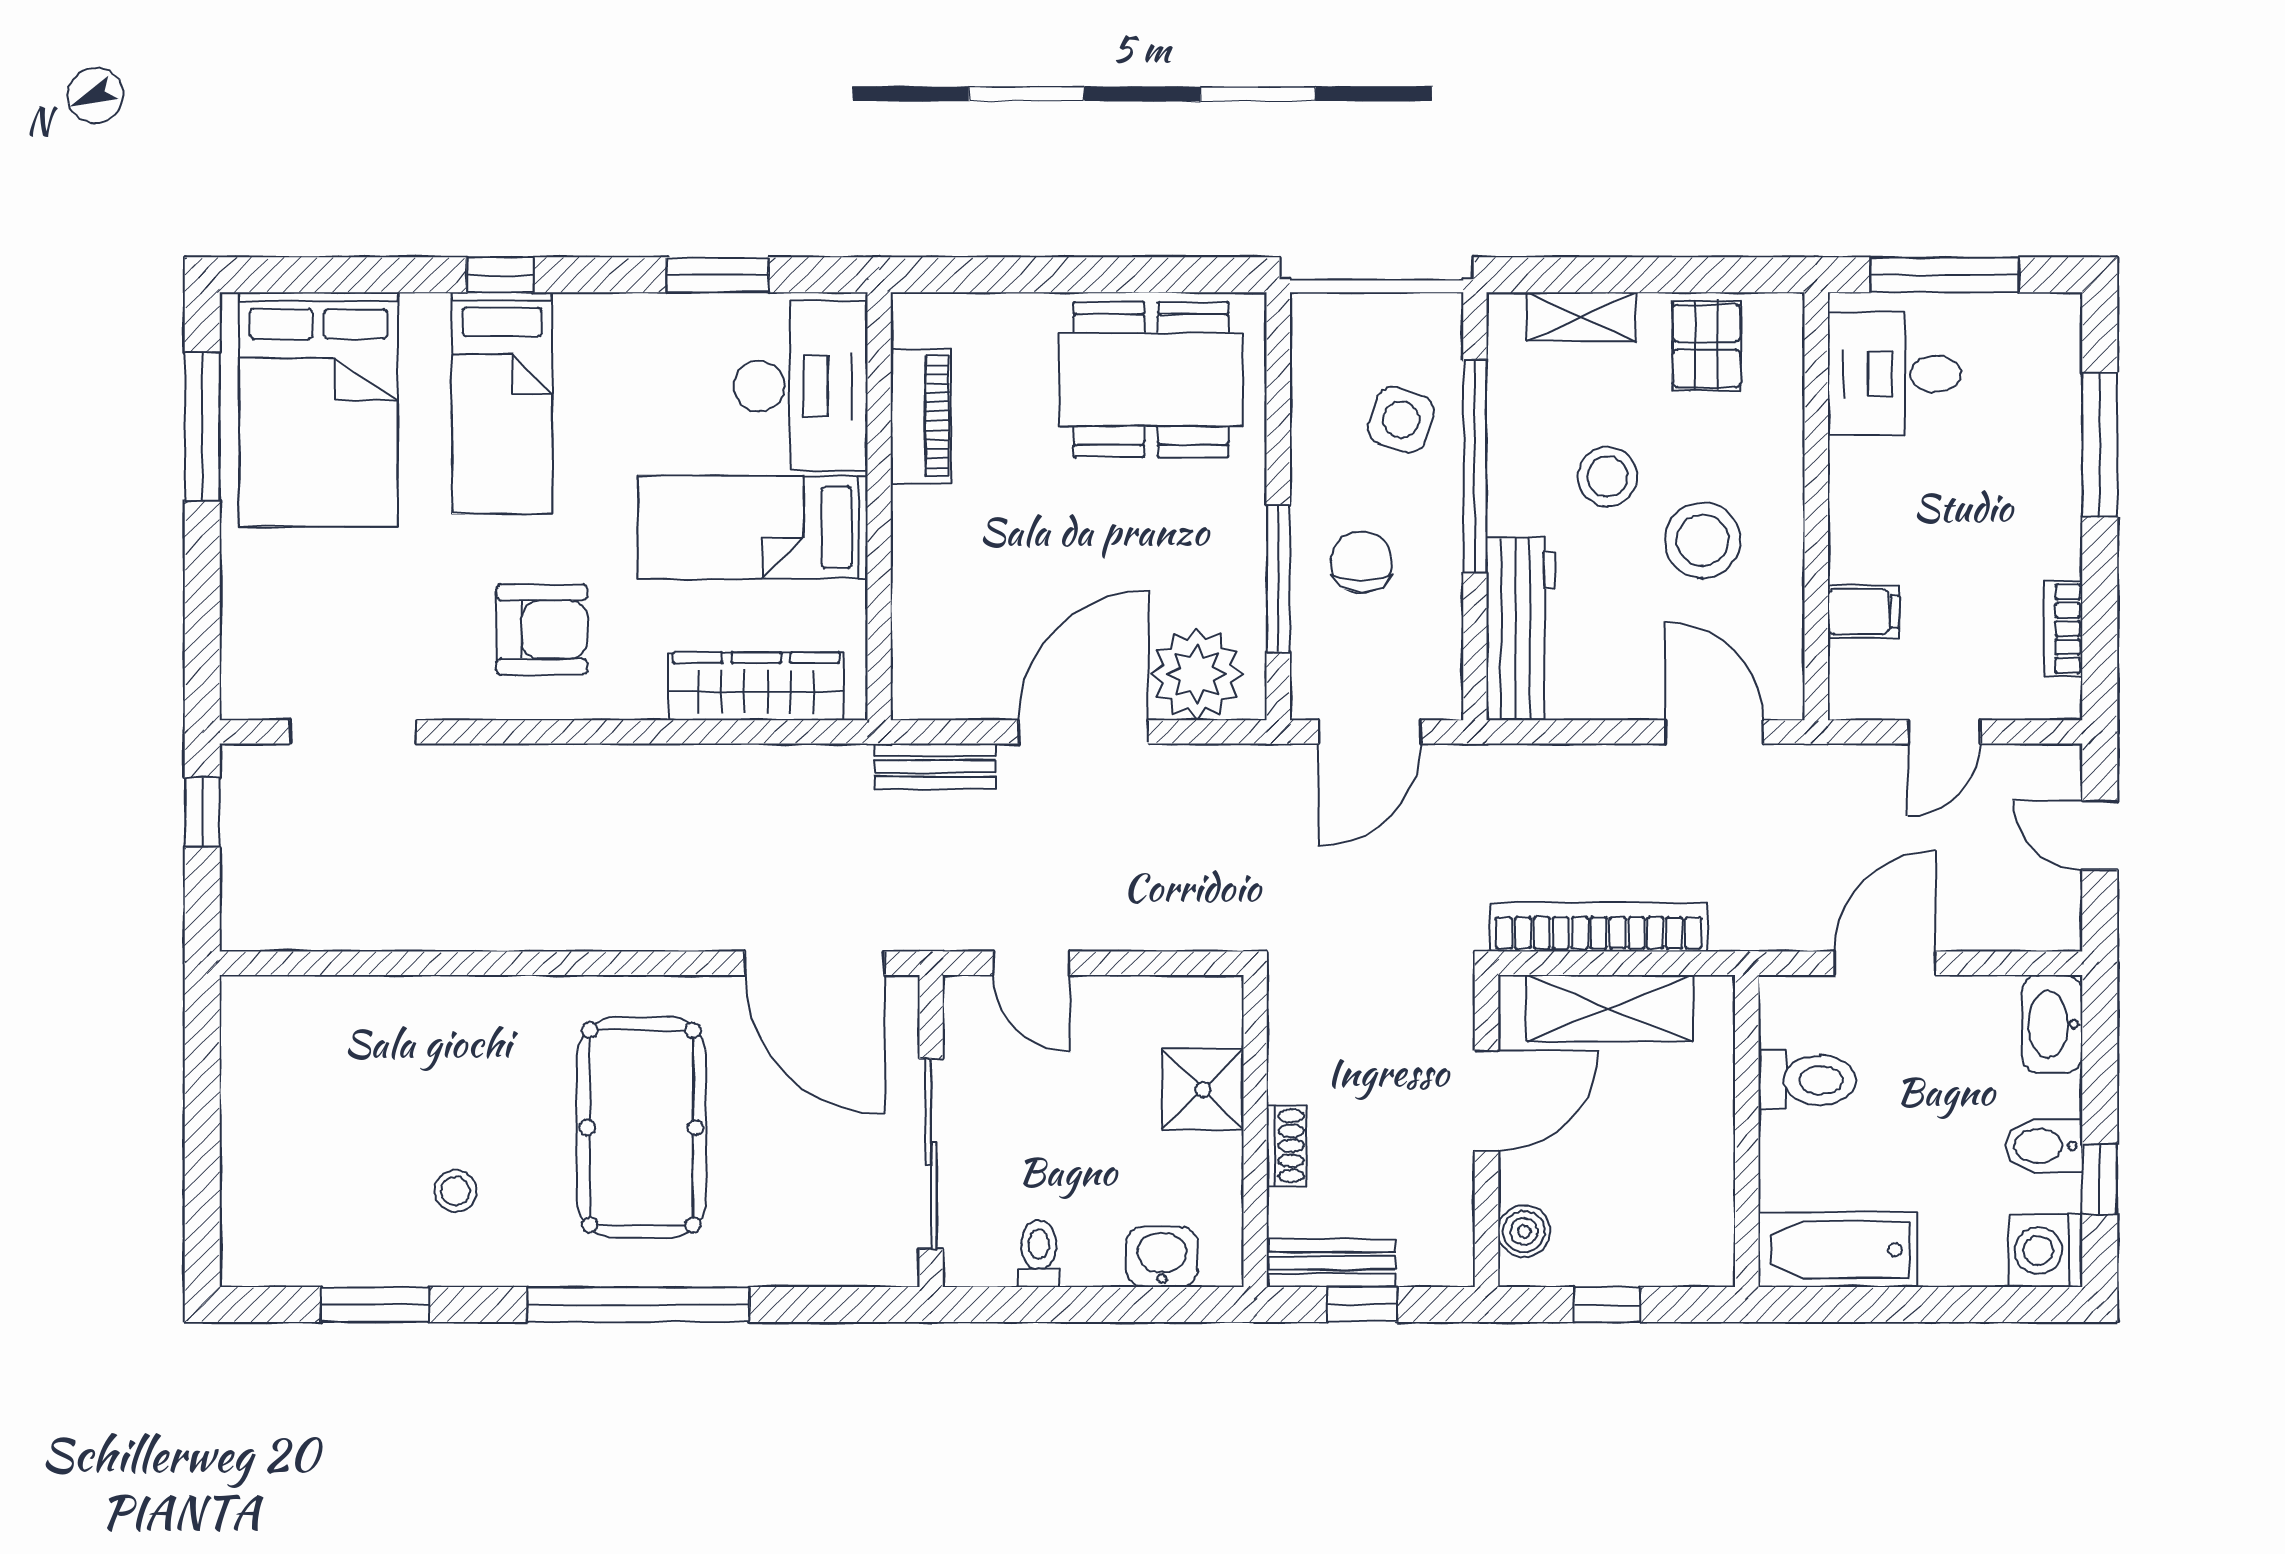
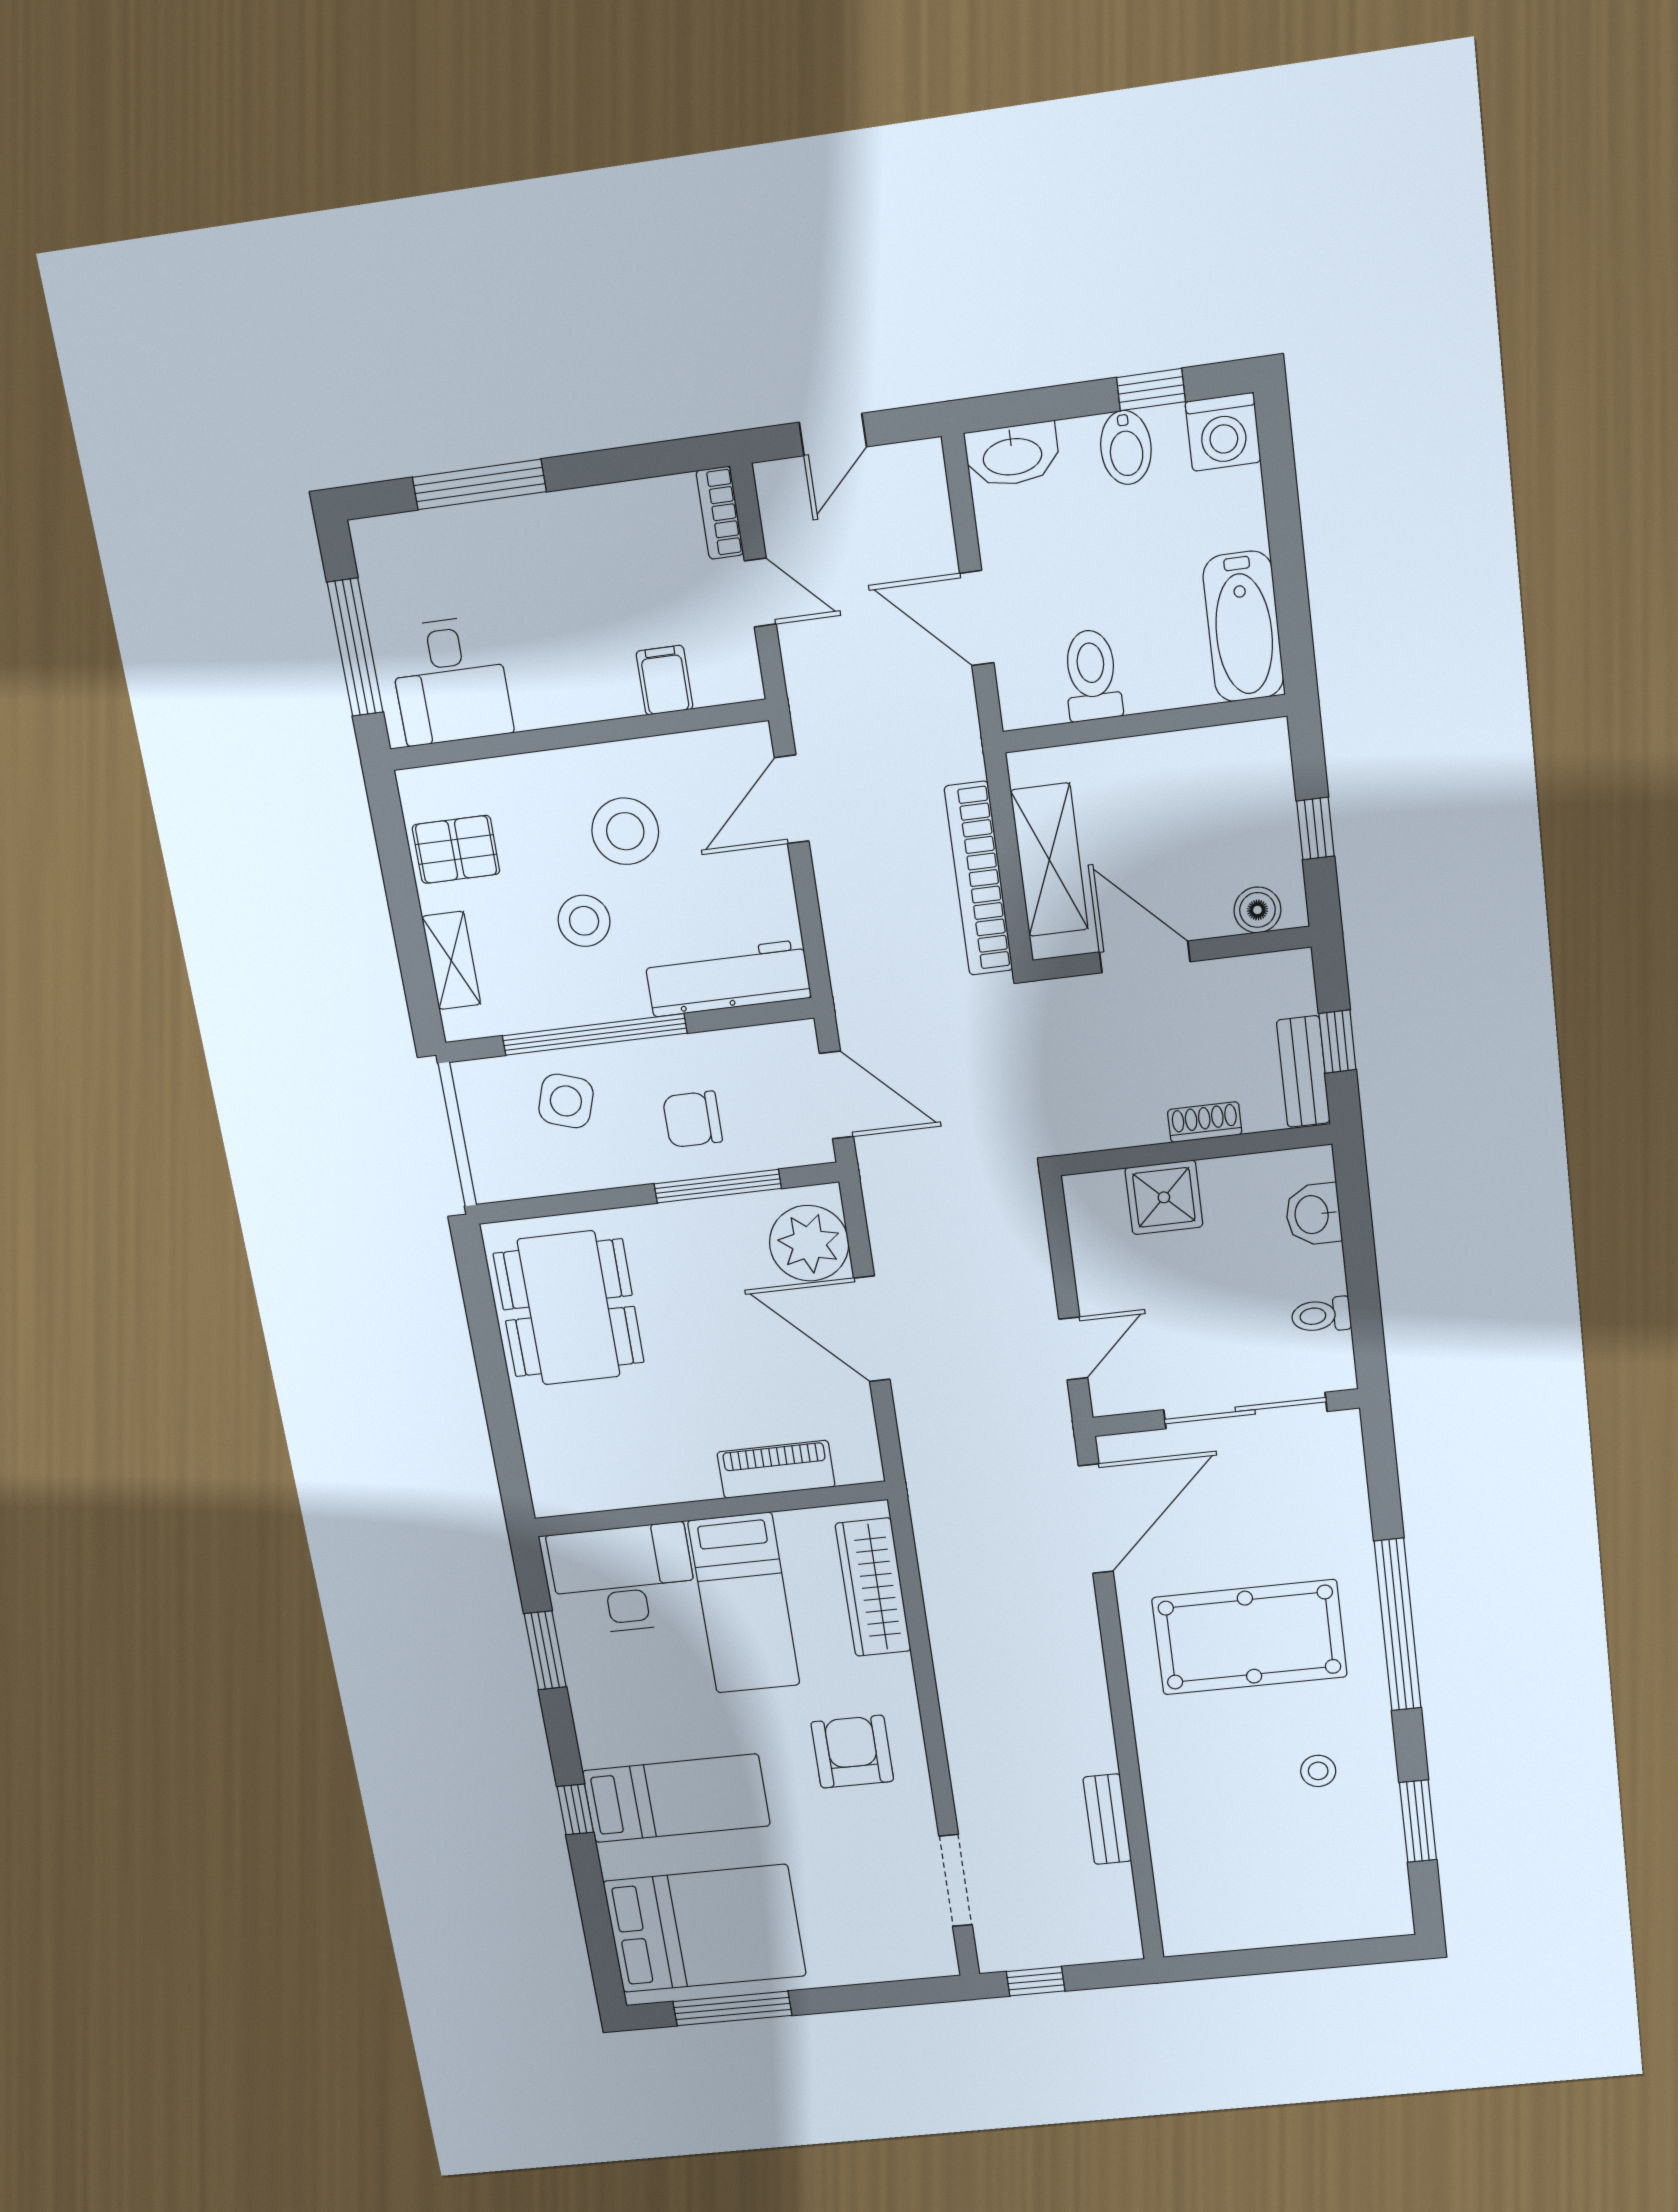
piano: (921, 416) -> (776, 1469), moved
bookcase: (2063, 629) -> (720, 513), moved, turned 90
bench: (935, 766) -> (1107, 1819), moved

